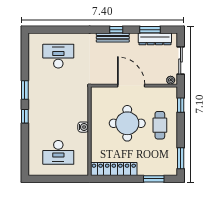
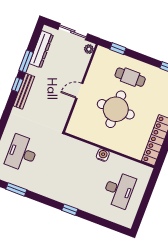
window: (150, 30) -> (26, 61), moved
door: (131, 86) -> (79, 91), width x0.53
window: (25, 90) -> (16, 189), moved

